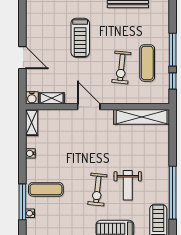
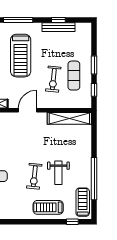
treadmill: (80, 38) -> (21, 56), width x1.37, depth x1.38
window: (173, 50) -> (94, 65), width x0.69
door: (89, 107) -> (28, 110), hinge flipped

